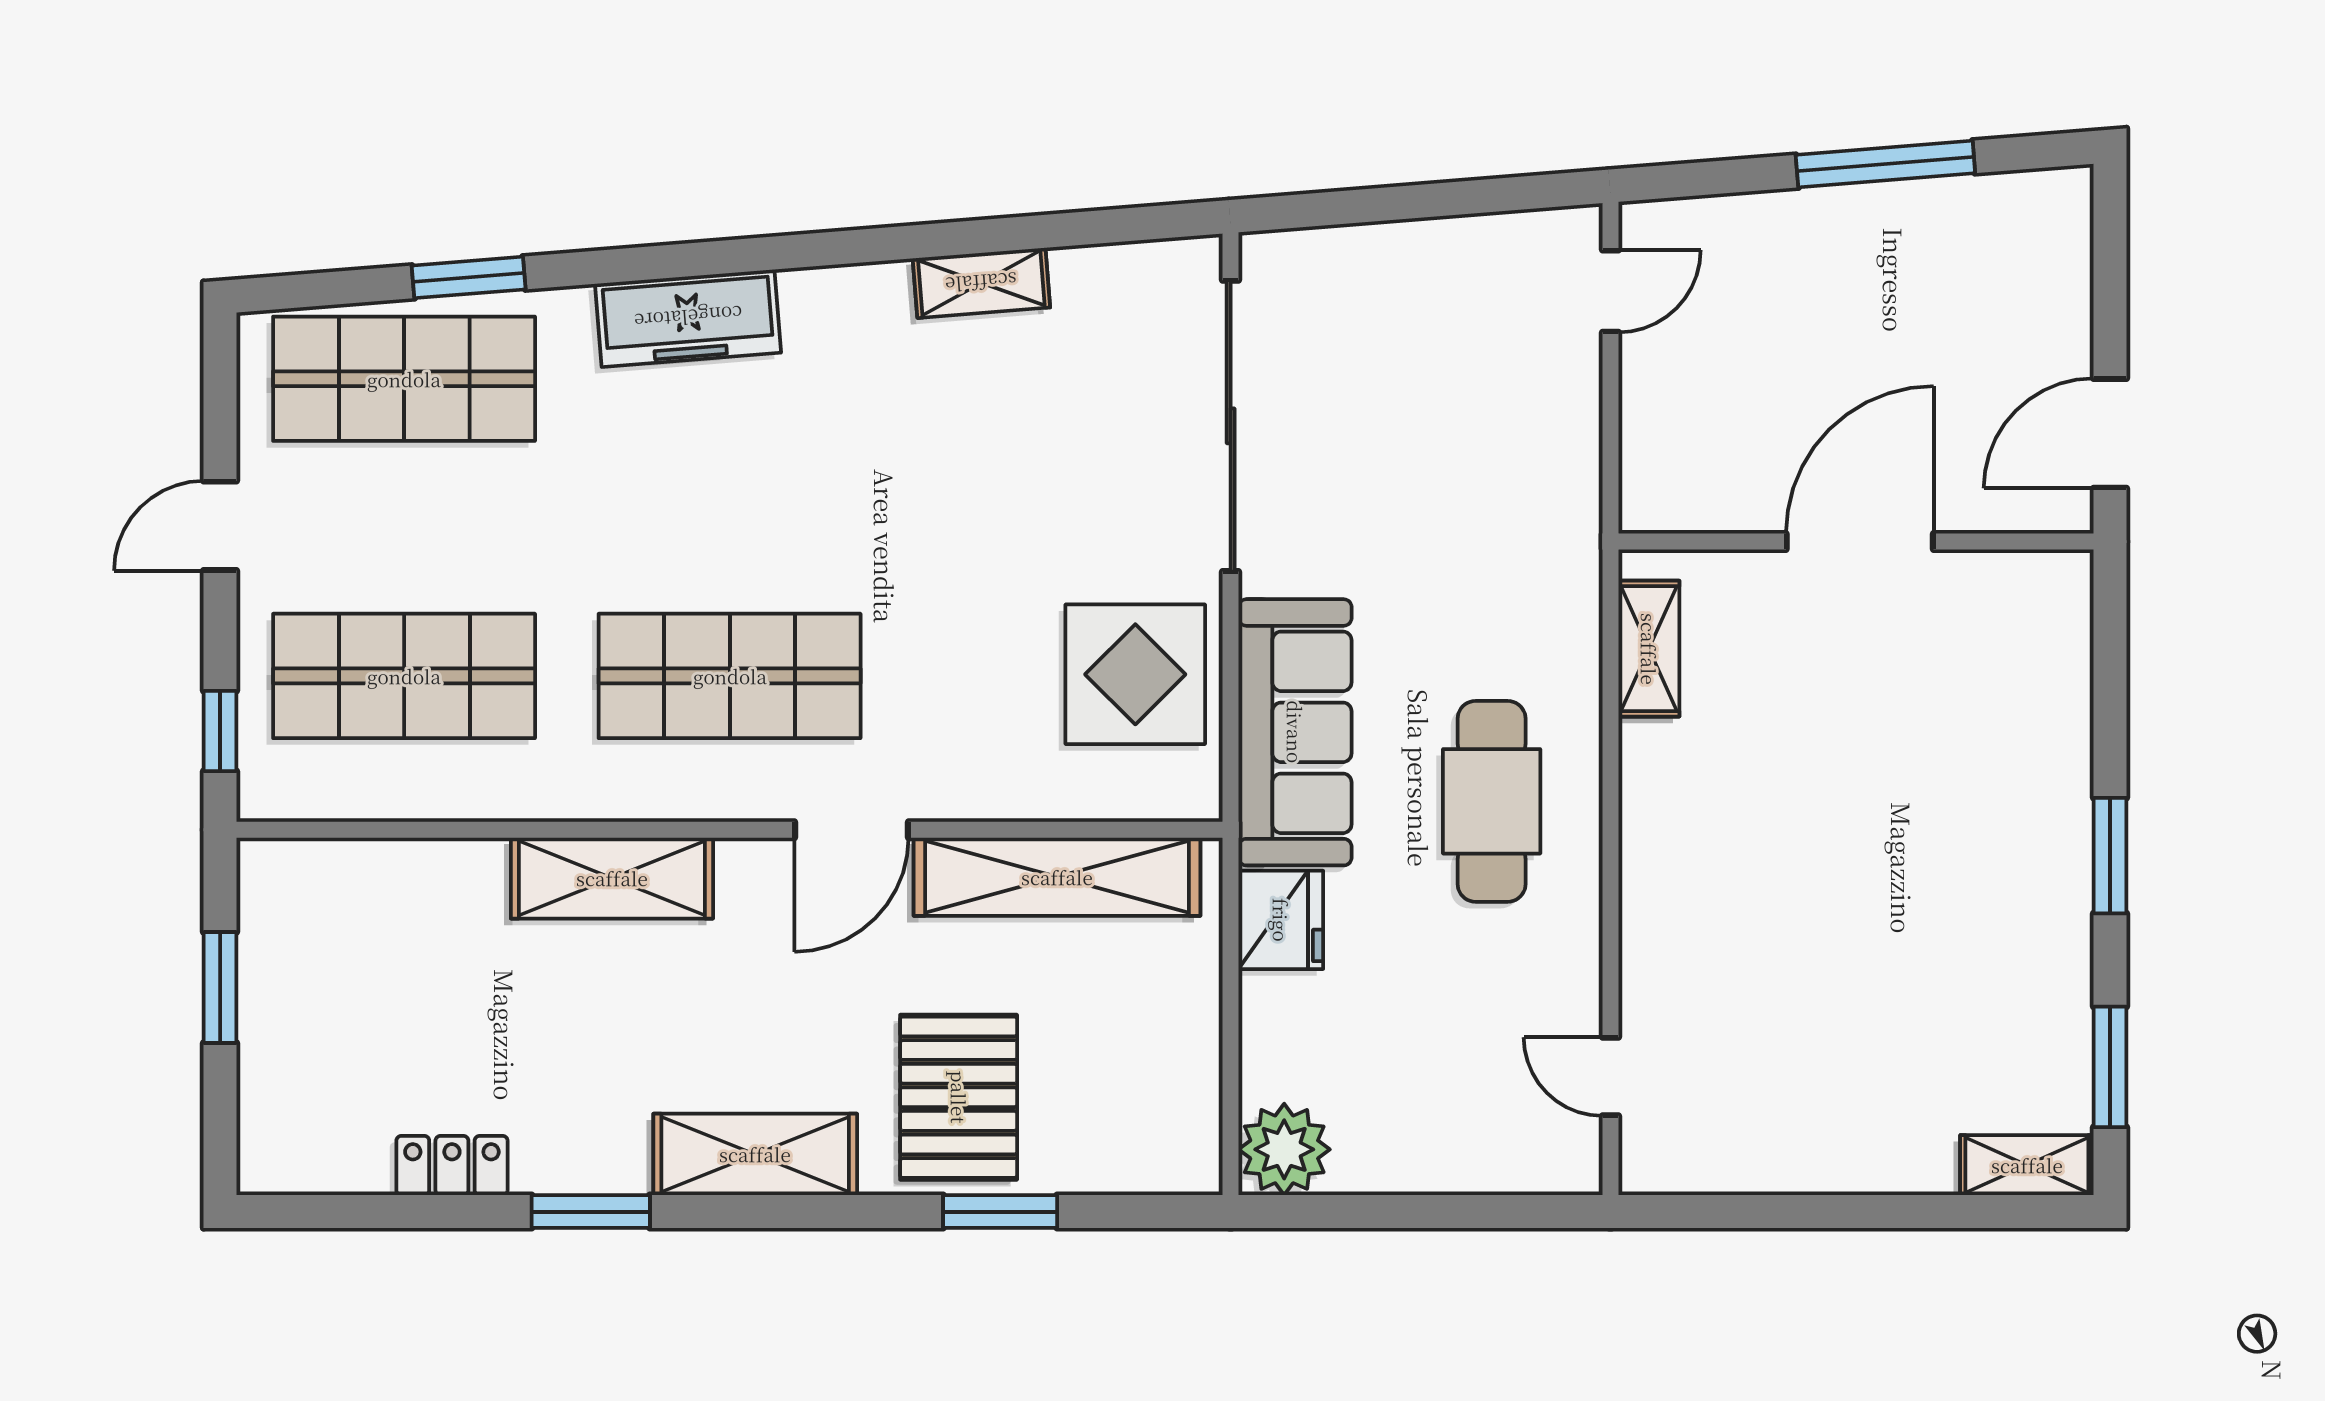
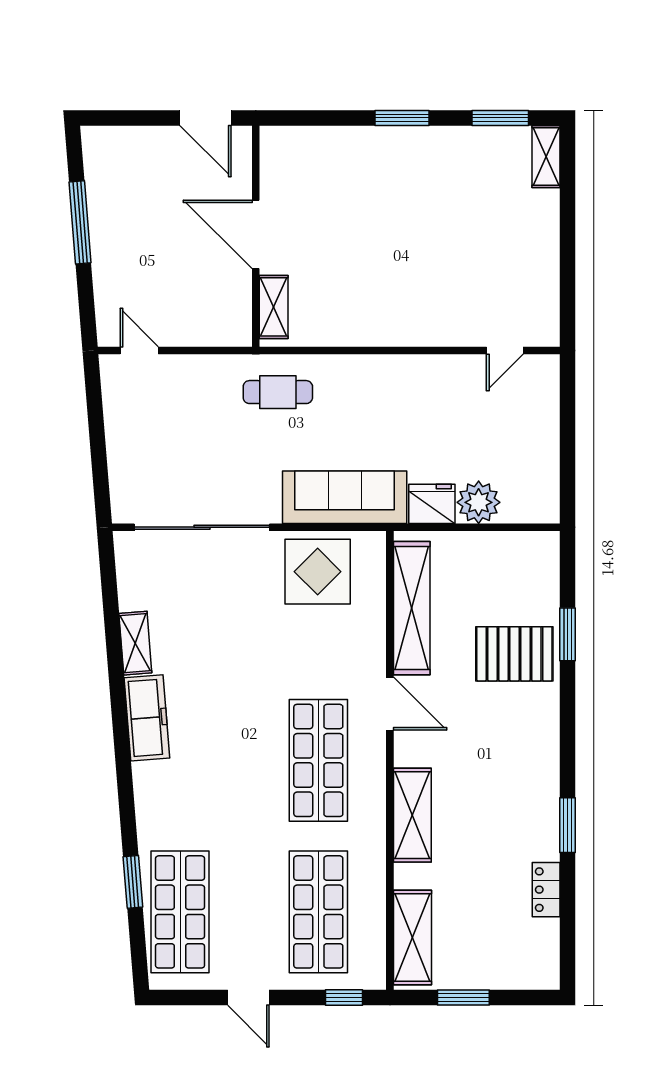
freezer: (688, 318) -> (147, 718), moved
shelving: (1649, 649) -> (274, 307), moved, turned 90
cafe table: (1492, 801) -> (278, 392), moved, width x0.73, depth x0.74
plant: (1284, 1149) -> (479, 502), moved
shelving: (755, 1154) -> (413, 937), moved

